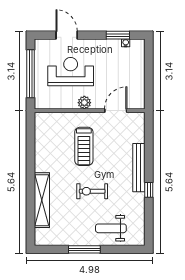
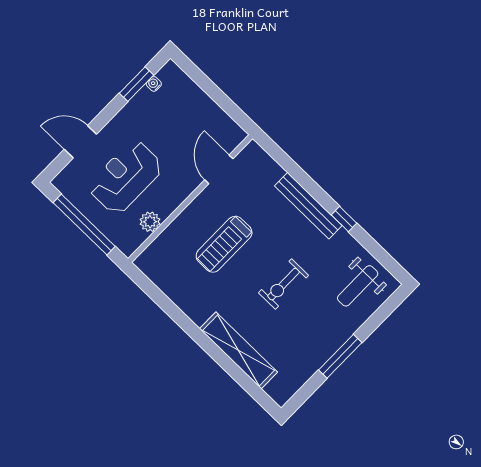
plant: (84, 103) -> (150, 222), moved
treadmill: (84, 146) -> (224, 244), turned 90
weight bench: (111, 228) -> (358, 286), moved

